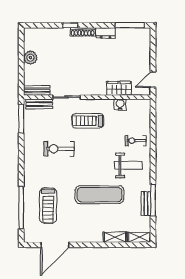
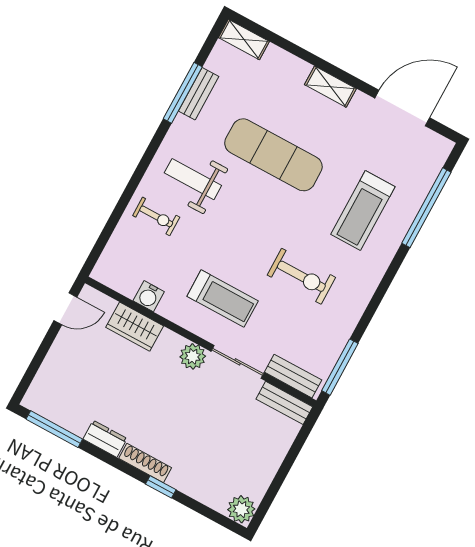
plant: (30, 58) -> (241, 509), moved
plant: (87, 89) -> (193, 356), added
treadmill: (48, 206) -> (363, 211), moved, turned 180
shelving: (115, 237) -> (330, 87), moved

